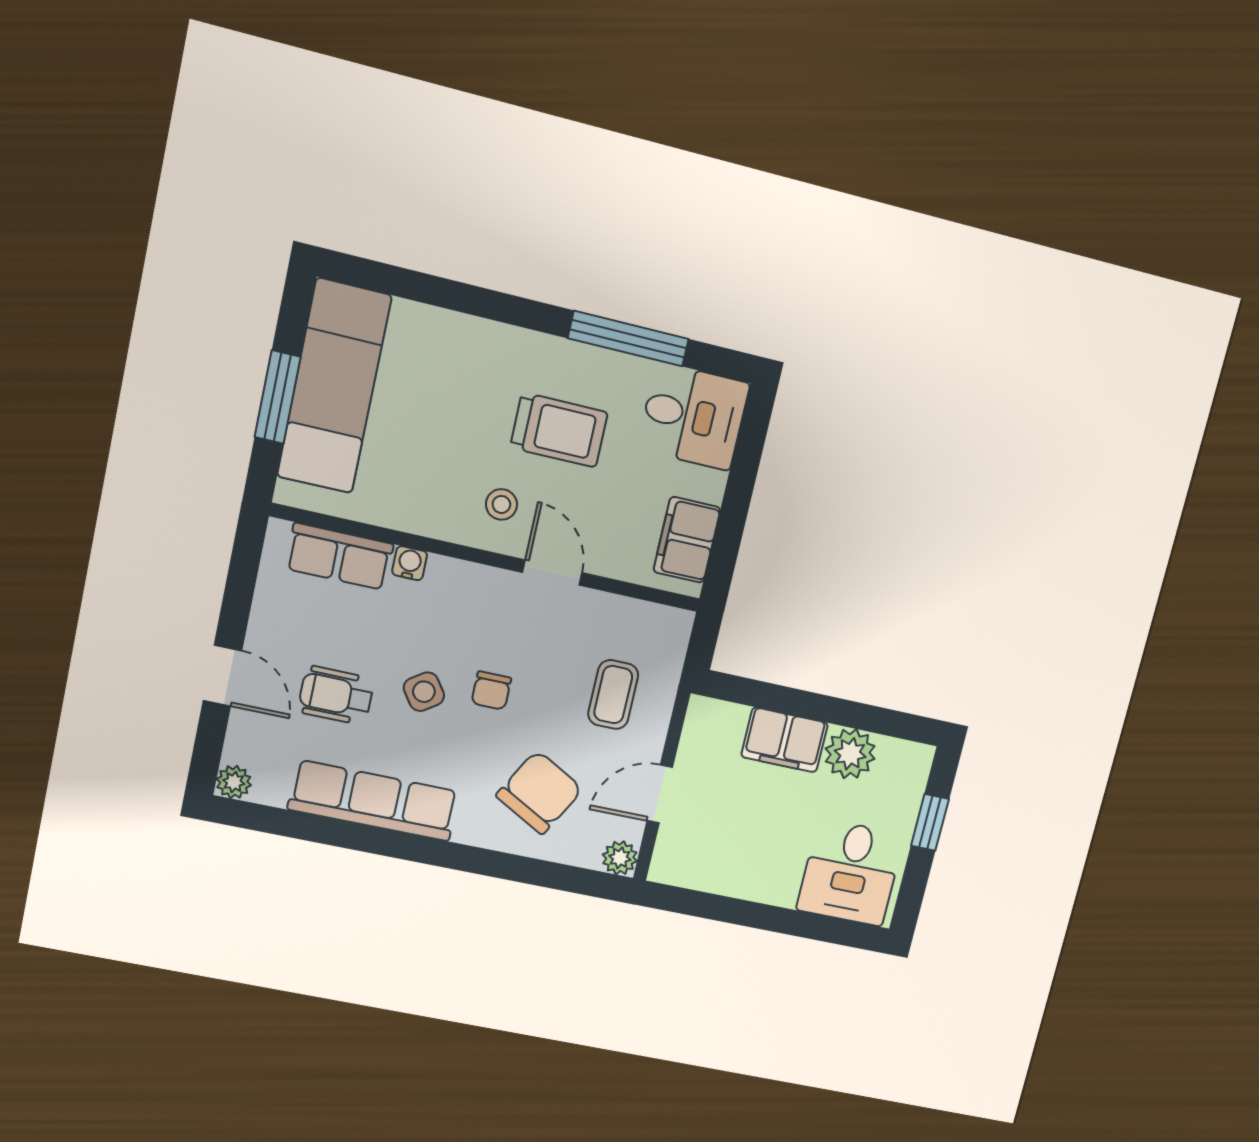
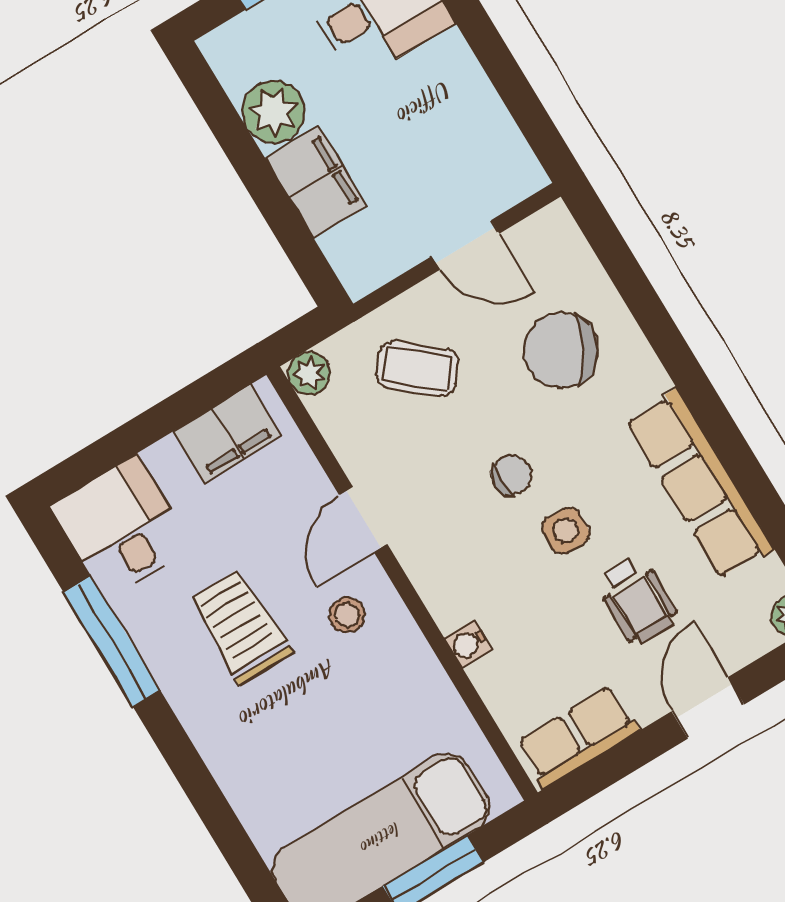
row of seats: (339, 556) -> (578, 736), moved, turned -90
side table: (424, 692) -> (566, 530), turned 34
coffee table: (613, 695) -> (417, 369), turned 40
plant: (620, 858) -> (309, 373), moved

